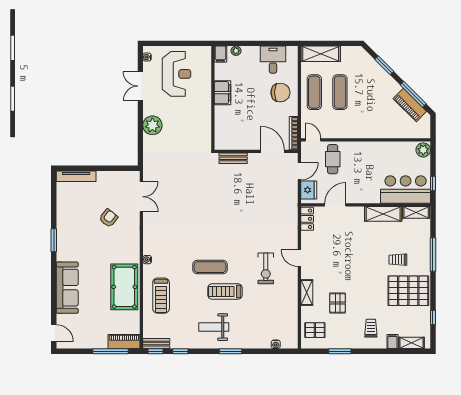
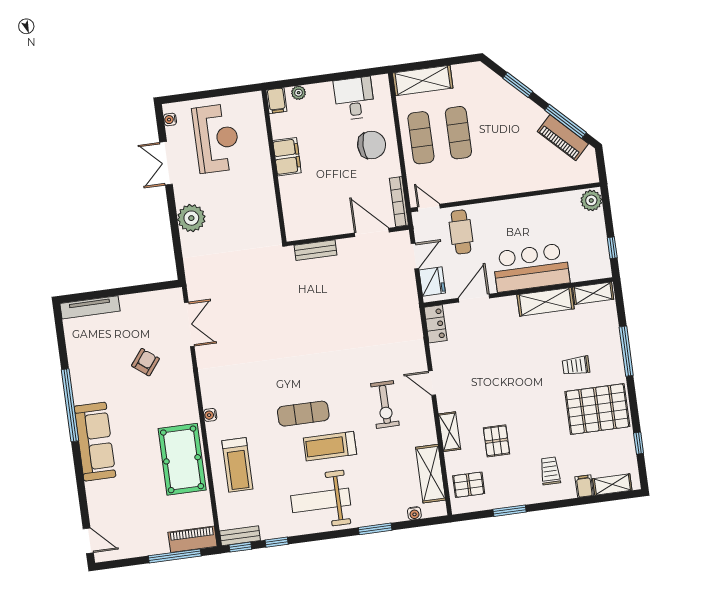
bar counter: (406, 190) -> (531, 268), moved
window: (54, 240) -> (70, 405), width x2.11
sofa: (67, 288) -> (95, 442), moved
shelving: (290, 319) -> (431, 474), added
weight bench: (214, 327) -> (321, 500), width x1.36, depth x1.33
window: (231, 351) -> (375, 529), moved

